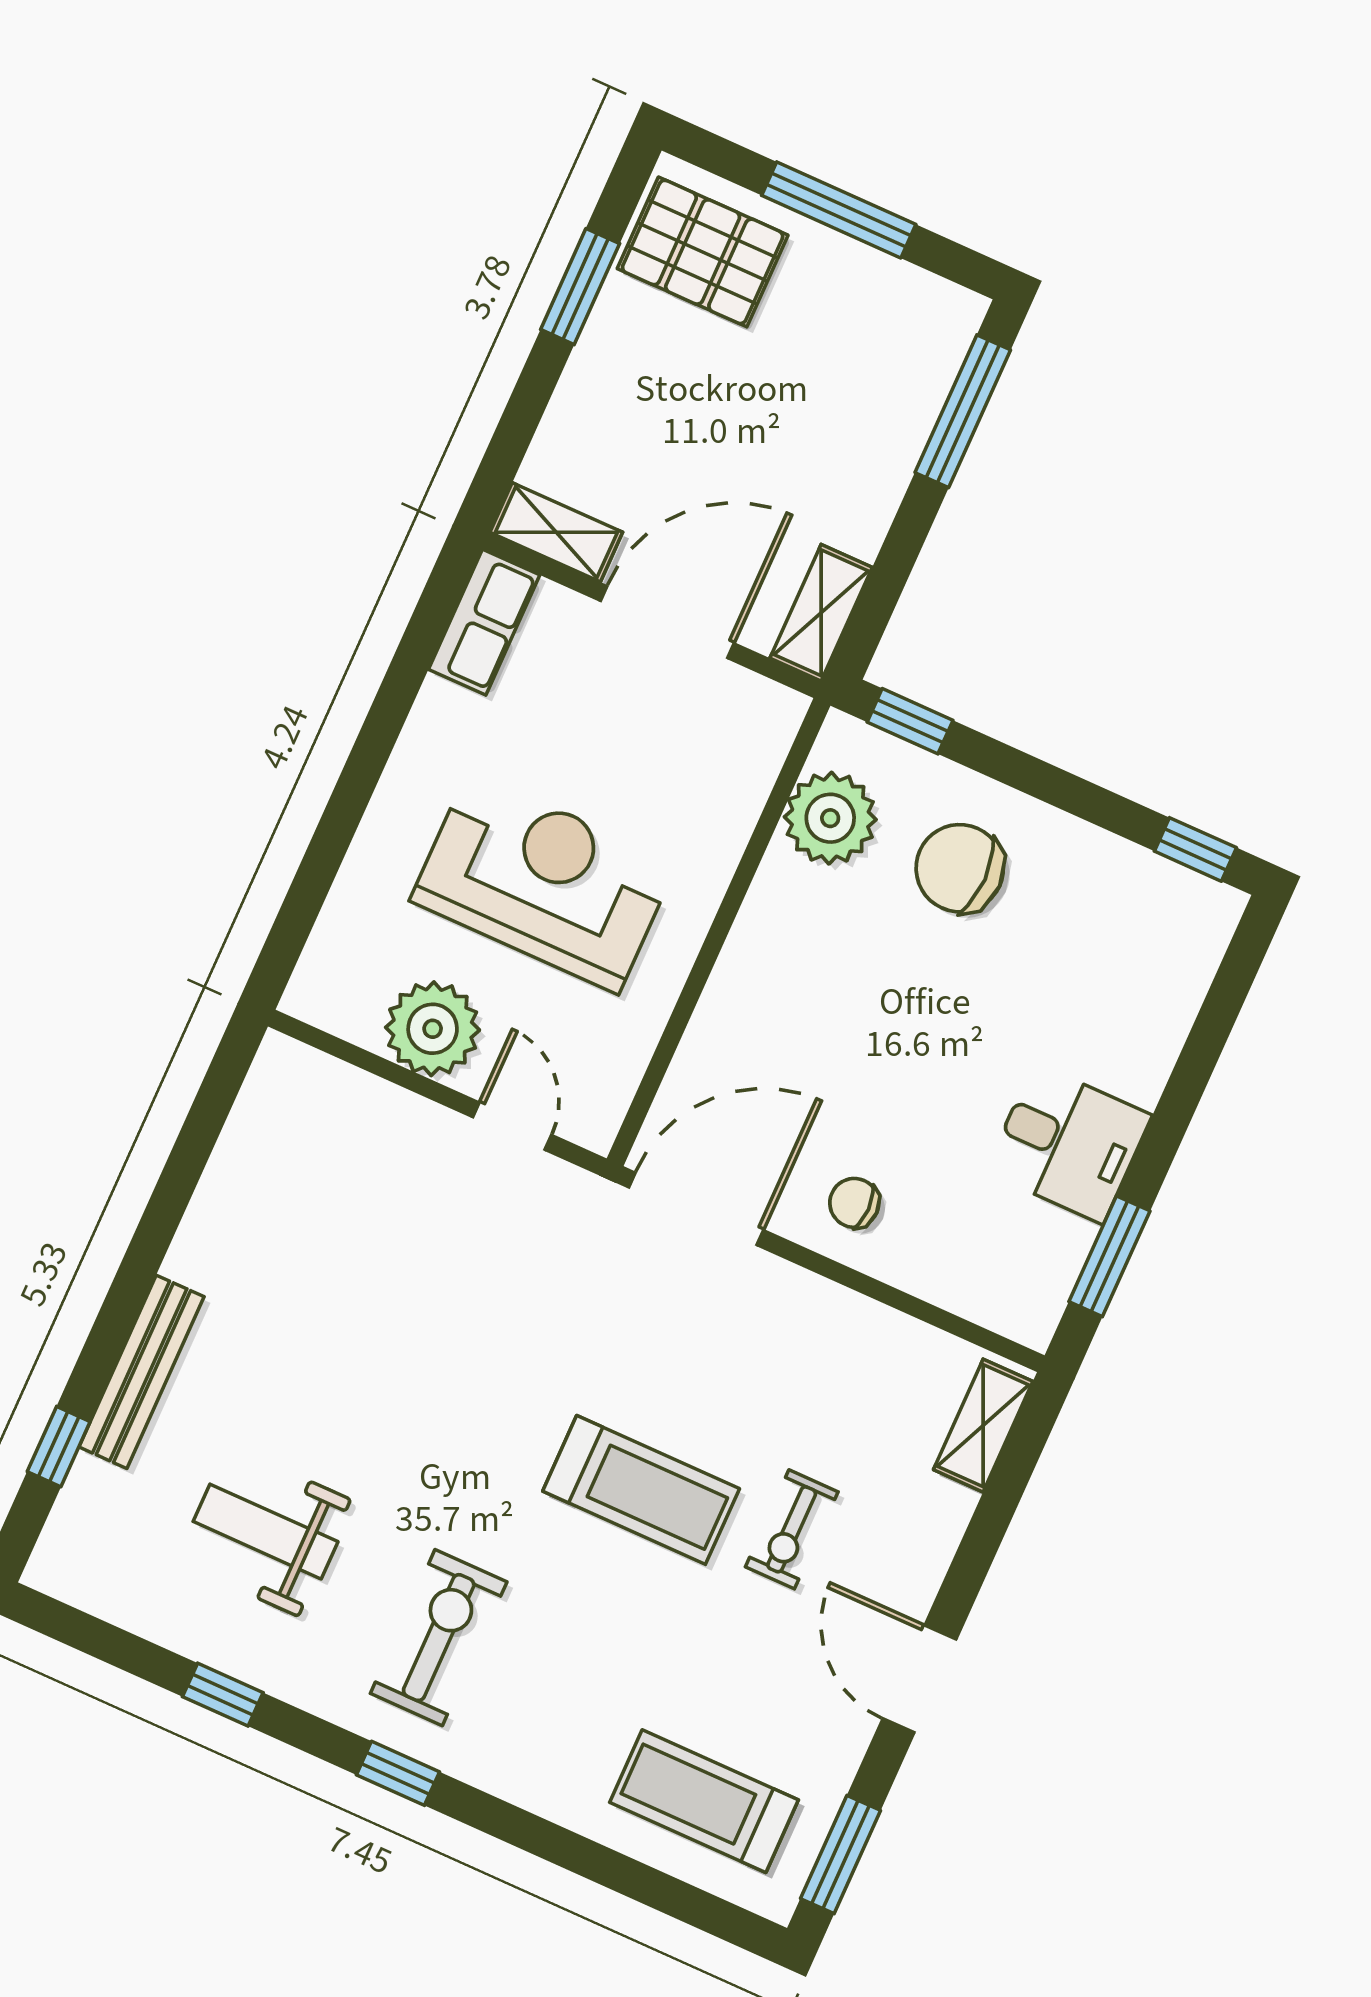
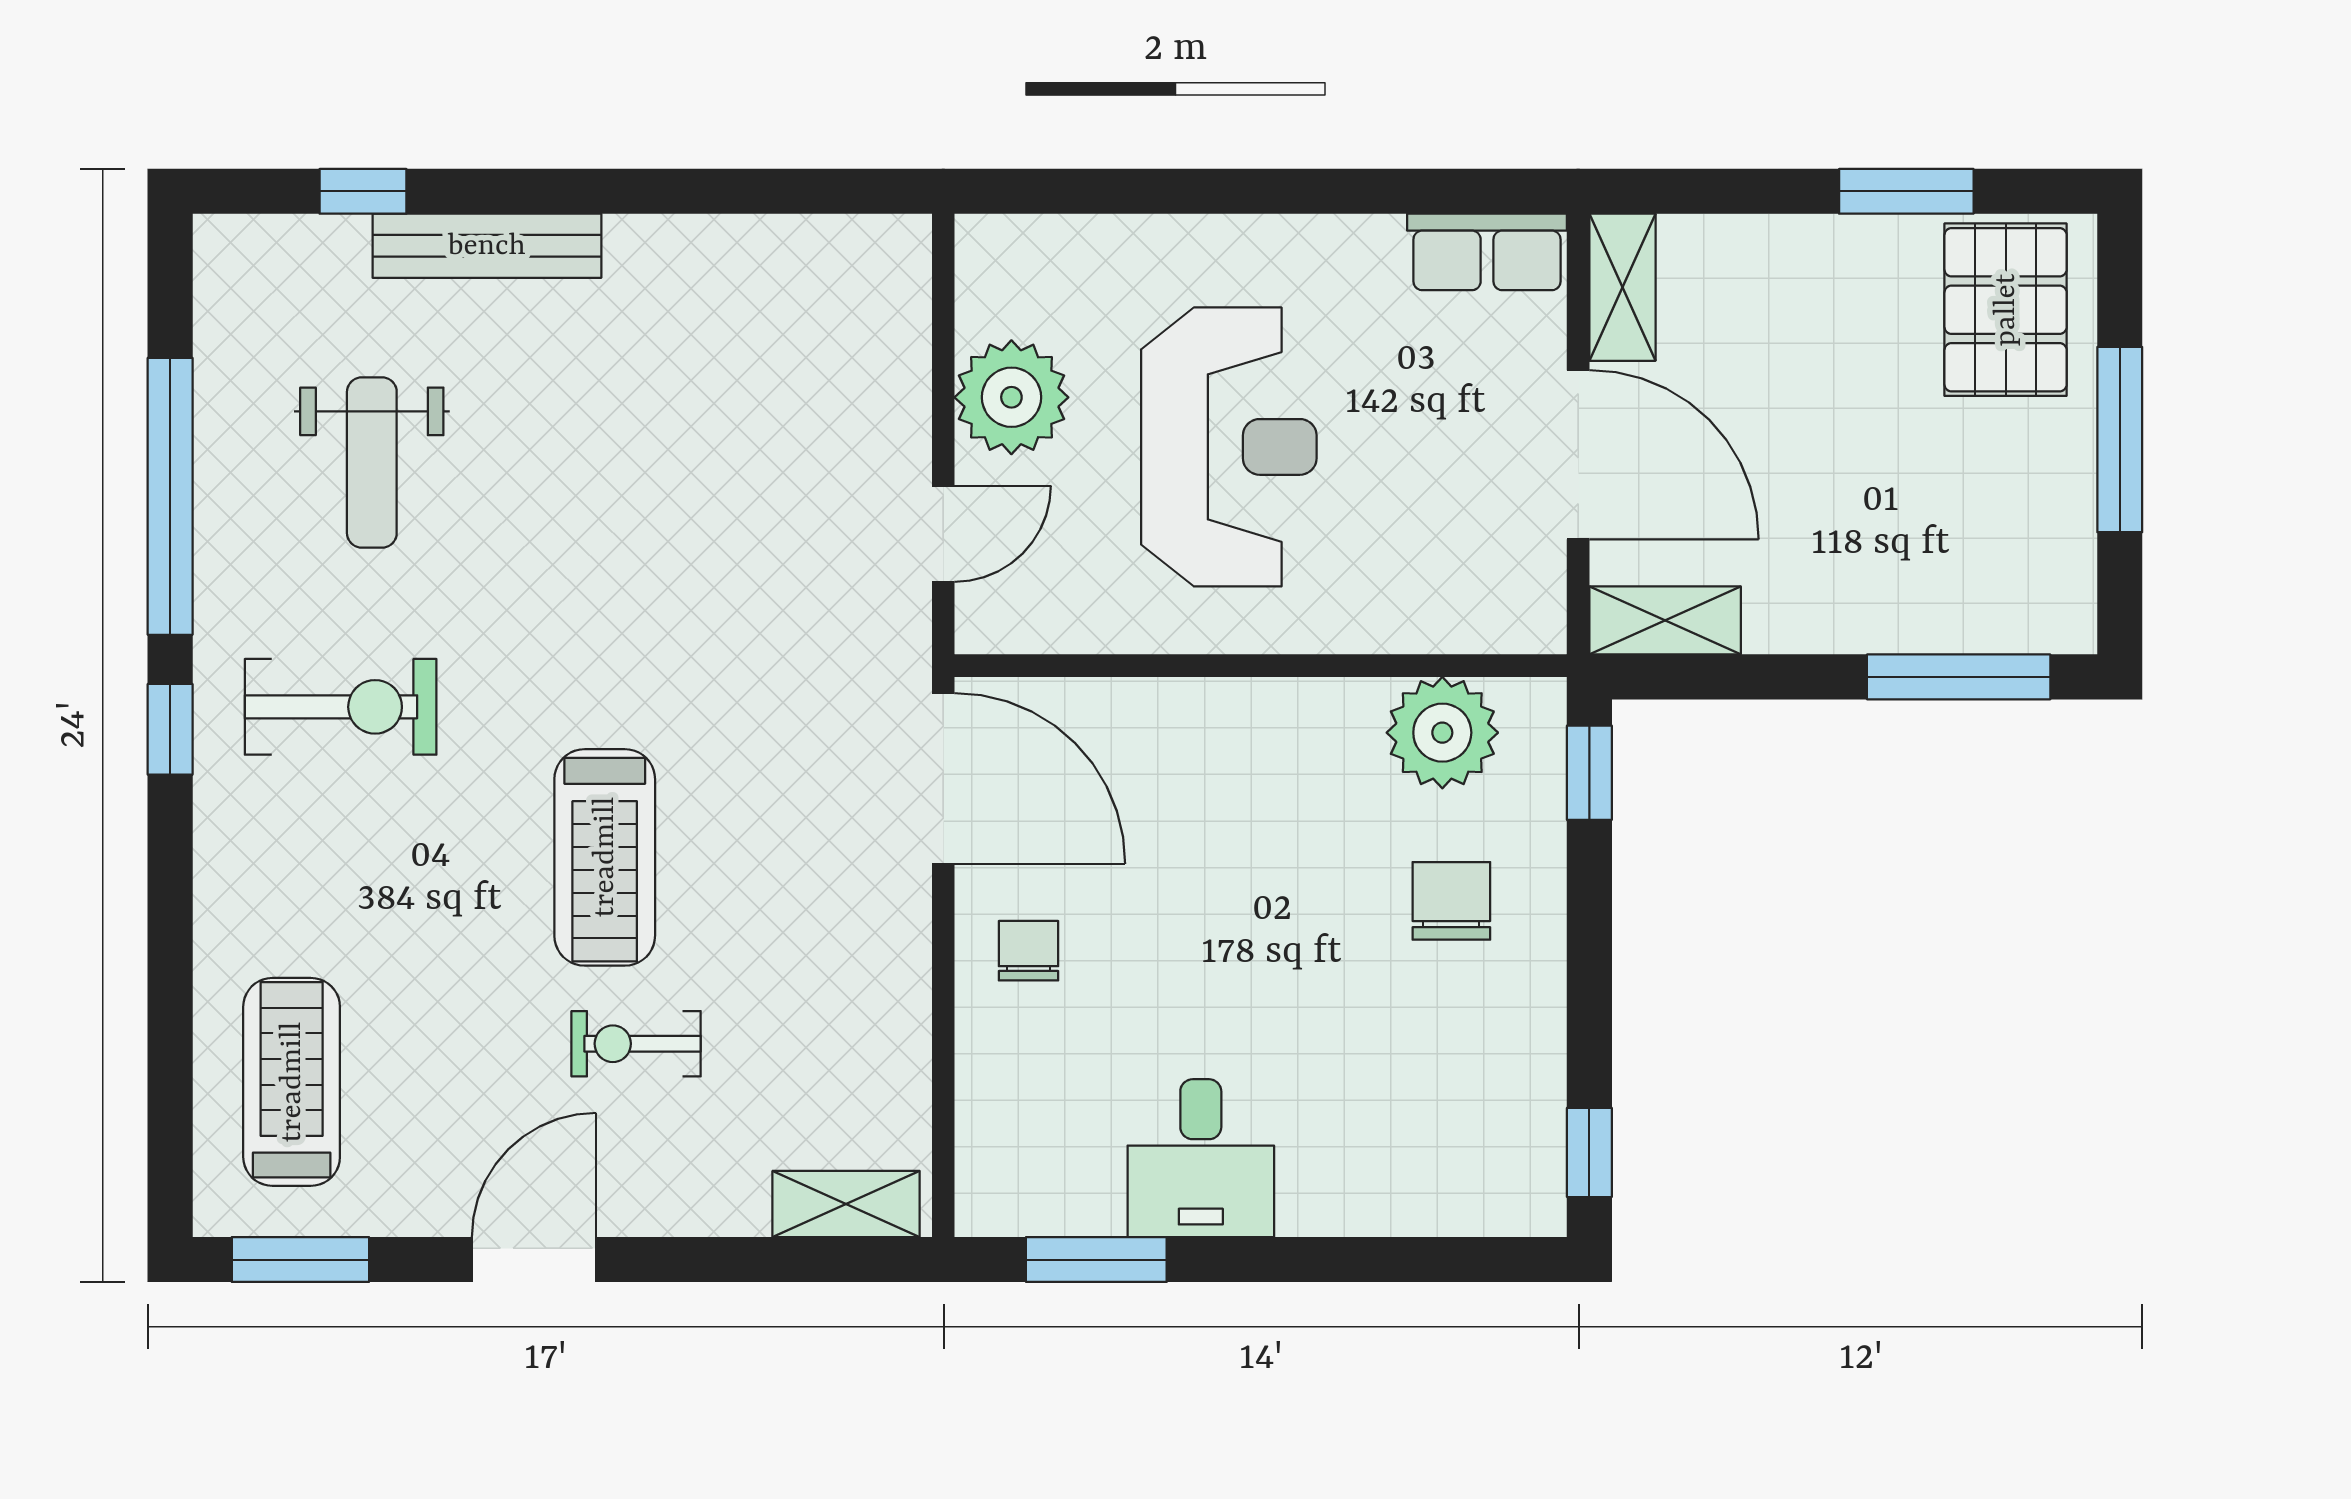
chair: (960, 868) -> (1451, 901), width x0.73, depth x0.73
weight bench: (266, 1532) -> (372, 463), turned 180
window: (223, 1695) -> (170, 496), width x3.17

